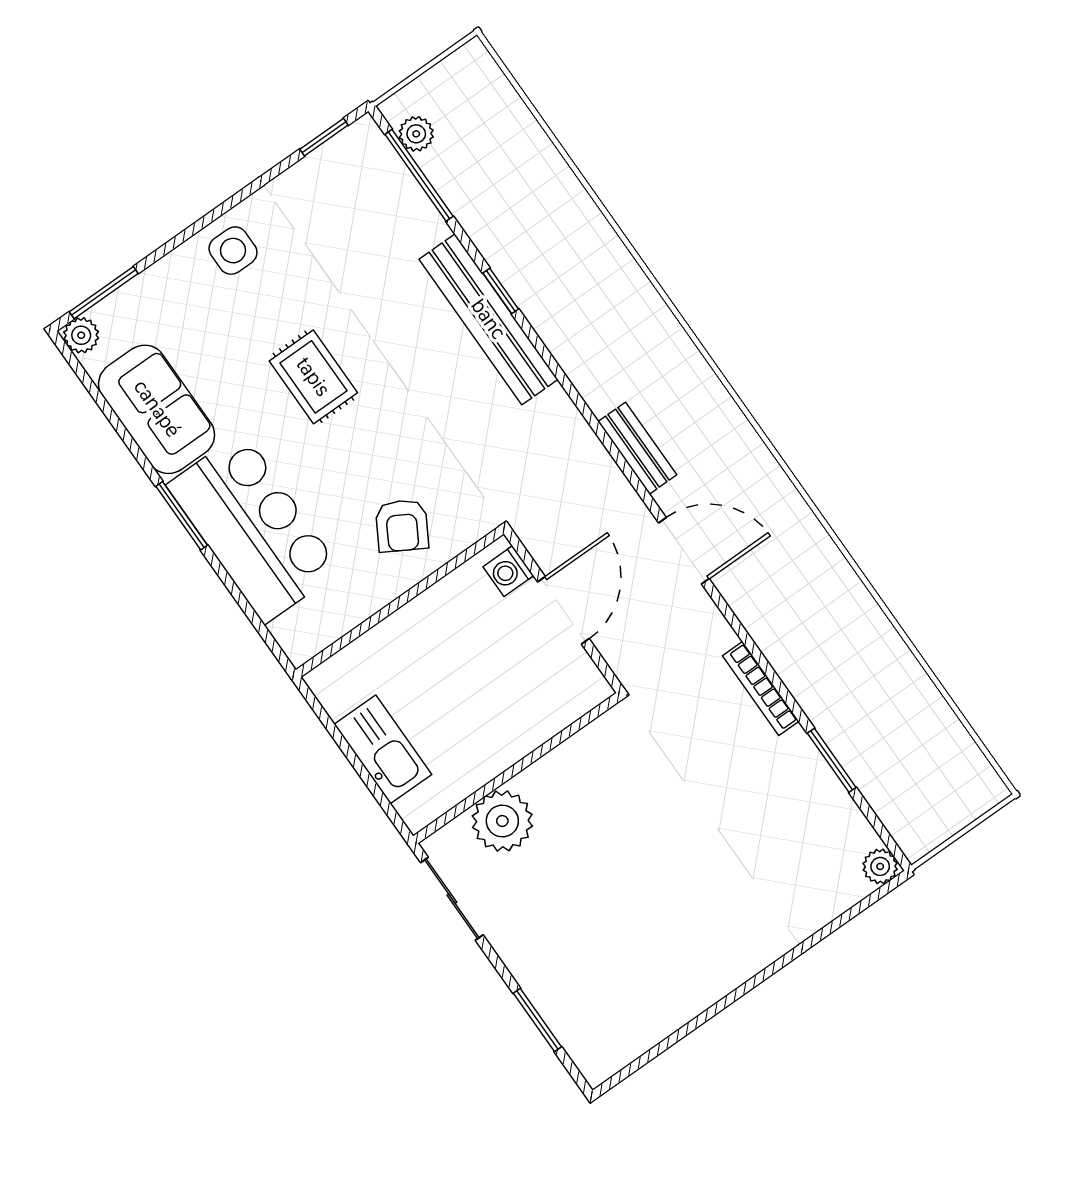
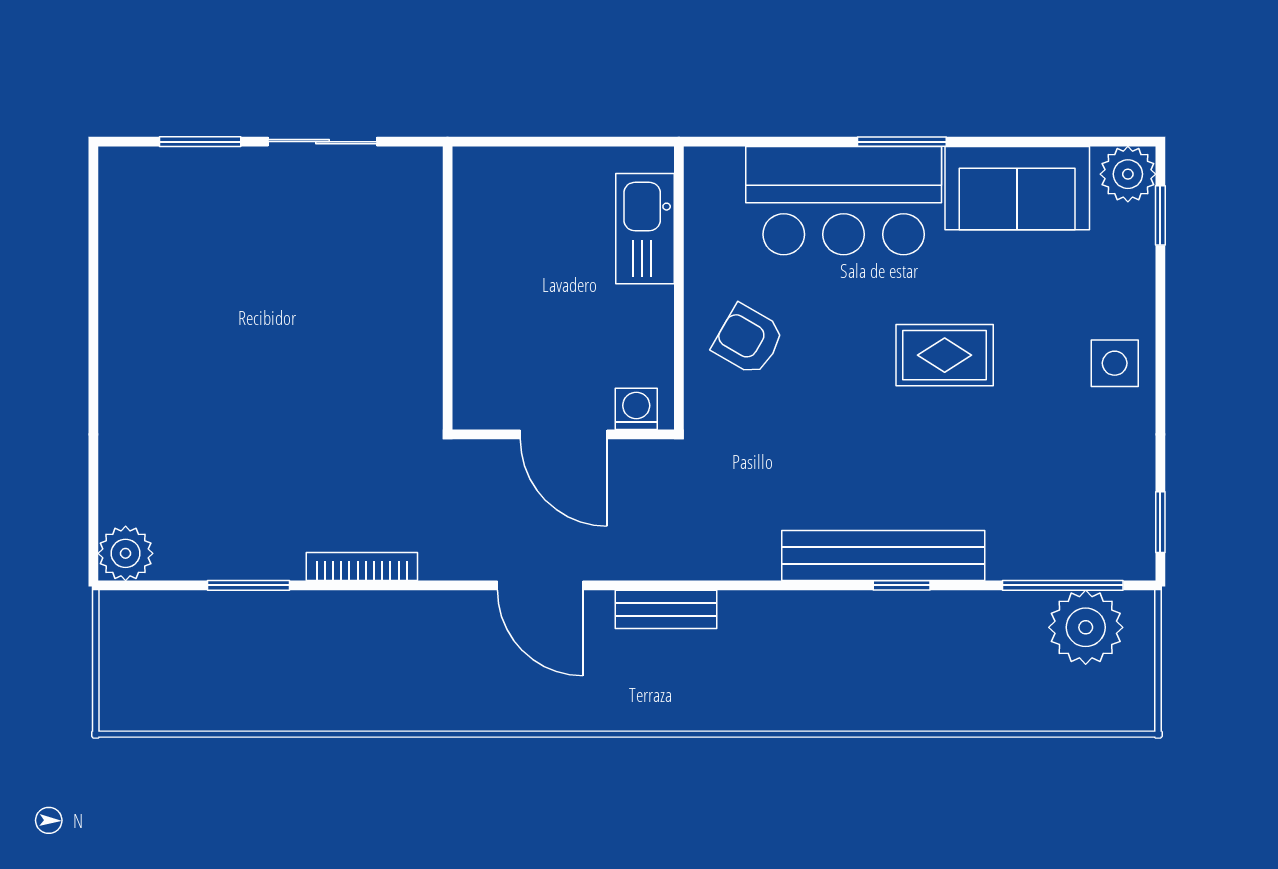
plant: (416, 134) -> (1086, 627), width x1.88, depth x1.88
window: (104, 293) -> (1160, 215), width x0.67
plant: (81, 335) -> (1128, 174), width x1.38, depth x1.38
door: (684, 551) -> (540, 585), hinge flipped
kitchen sink: (383, 749) -> (645, 229), moved, turned 90
plant: (502, 821) -> (408, 239), removed
plant: (880, 866) -> (126, 553), width x1.38, depth x1.38
sliding door: (452, 899) -> (323, 142), moved

